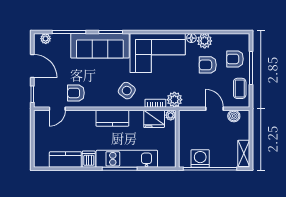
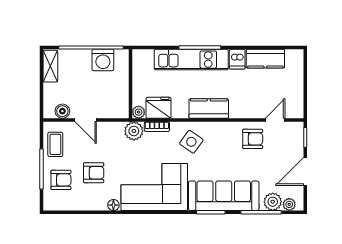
plant: (205, 41) -> (273, 202), moved
door: (32, 66) -> (305, 171), hinge flipped

